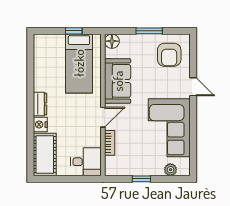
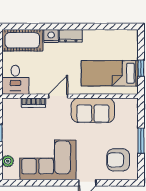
floor lamp: (112, 41) -> (131, 105), removed
door: (103, 117) -> (58, 96), swing flipped

